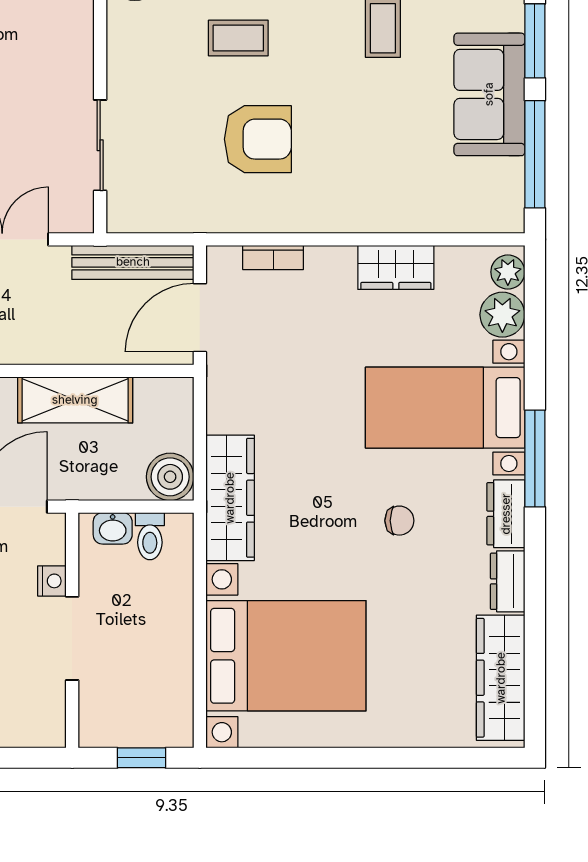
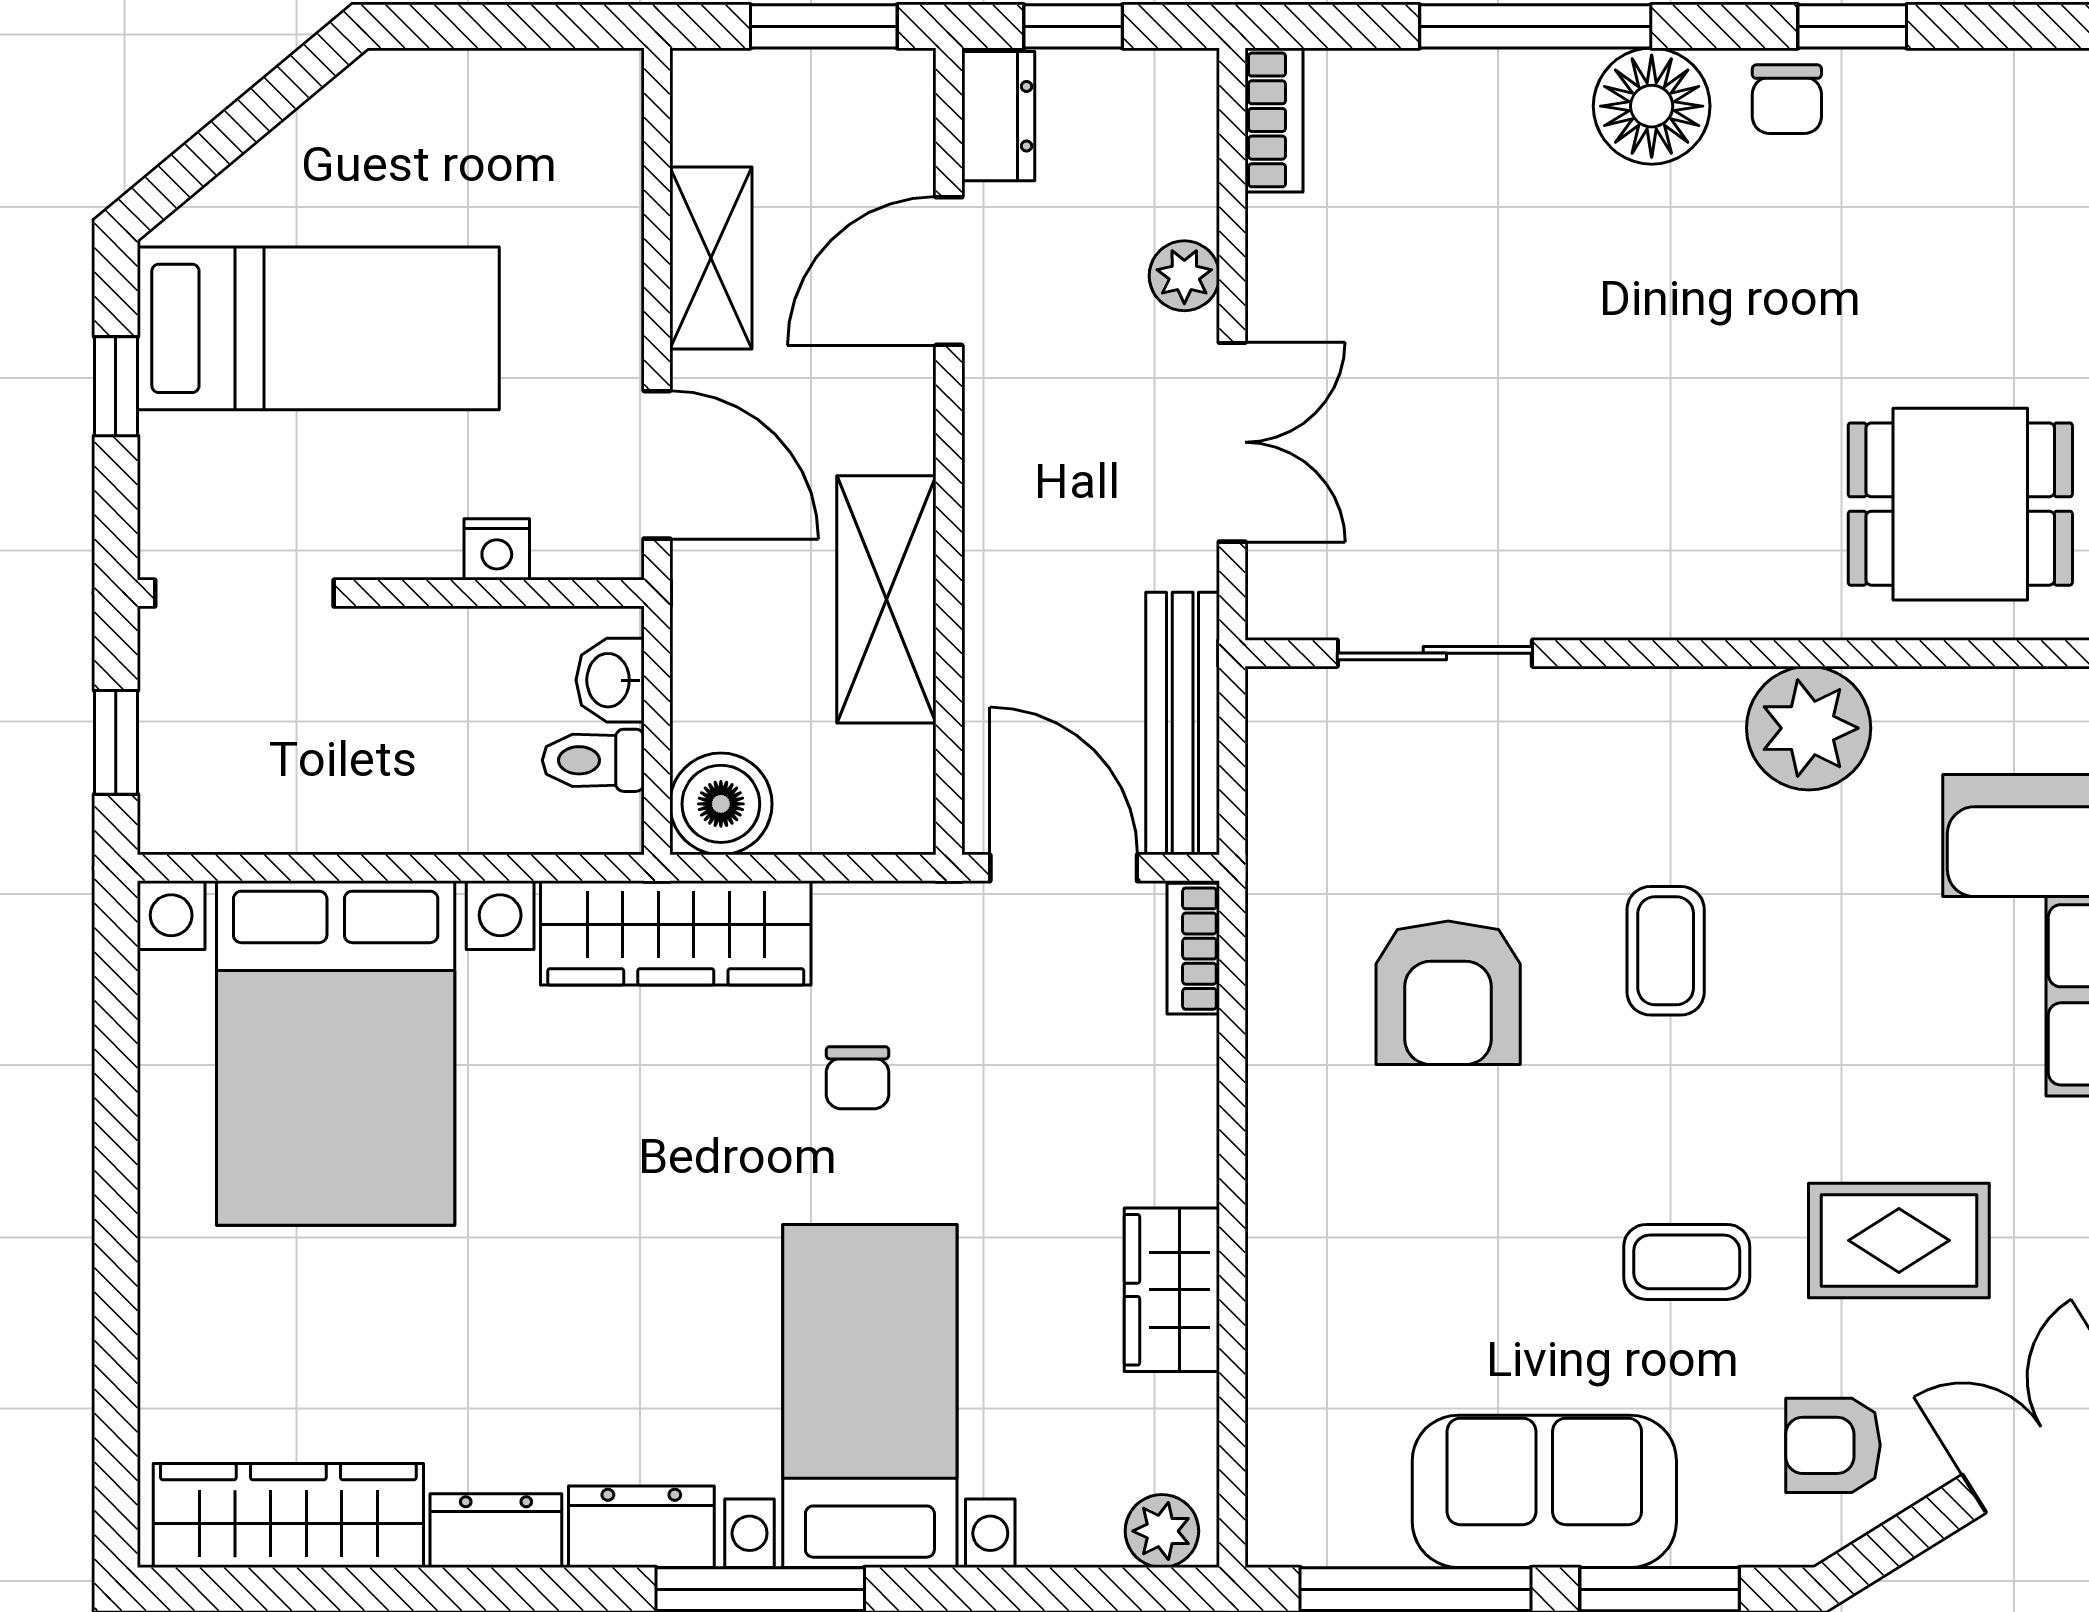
bookcase: (273, 257) -> (1193, 949), moved
plant: (502, 315) -> (1070, 1519), removed
chair: (399, 521) -> (857, 1078), moved
doorway: (72, 638) -> (244, 593), moved

